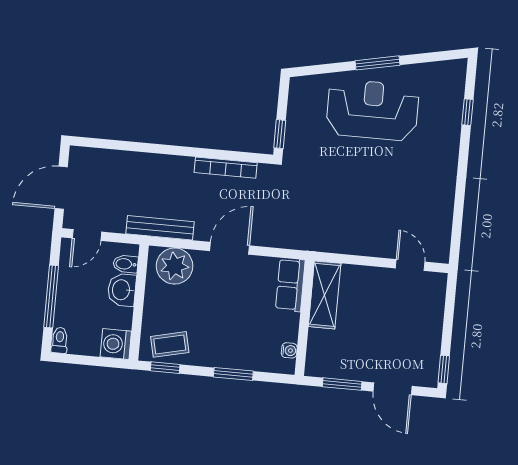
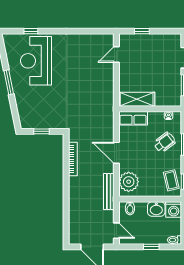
reception desk: (372, 110) -> (36, 61), moved
window: (280, 134) -> (41, 131), moved
washbasin: (122, 290) -> (156, 209), moved
window: (51, 296) -> (151, 247), width x0.46
wheelchair: (241, 338) -> (164, 142), added
window: (444, 369) -> (142, 31), moved

